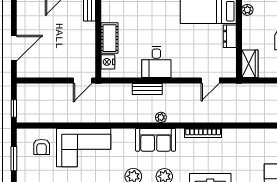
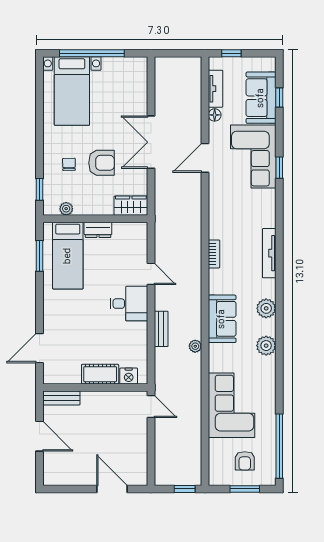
desk: (156, 62) -> (129, 304), moved
door: (210, 80) -> (151, 274), moved
plant: (161, 117) -> (195, 346), moved
bookcase: (203, 133) -> (214, 254), width x0.64
armchair: (42, 147) -> (245, 461), moved, turned 90

